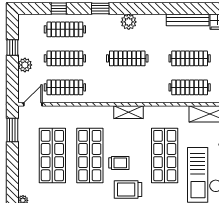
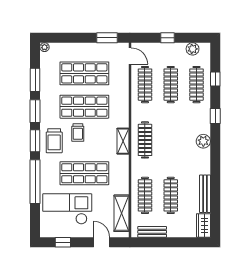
window: (12, 47) -> (168, 38), moved
clothes rail: (127, 58) -> (145, 140), moved
plant: (25, 65) -> (193, 49), moved
trolley: (128, 189) -> (54, 141), turned 180

